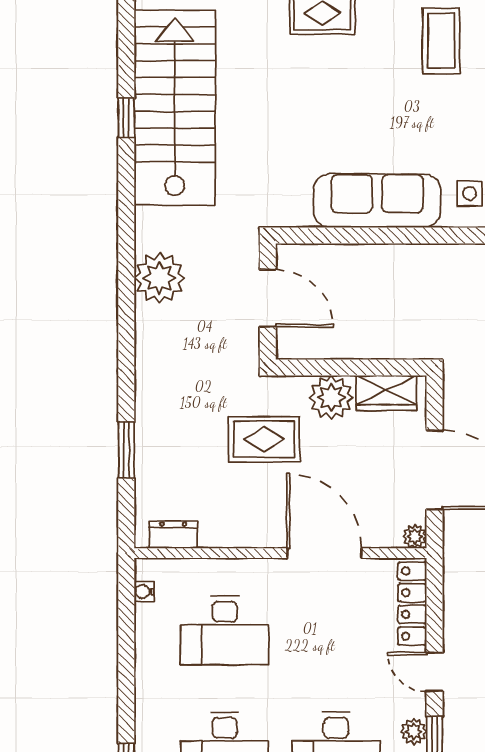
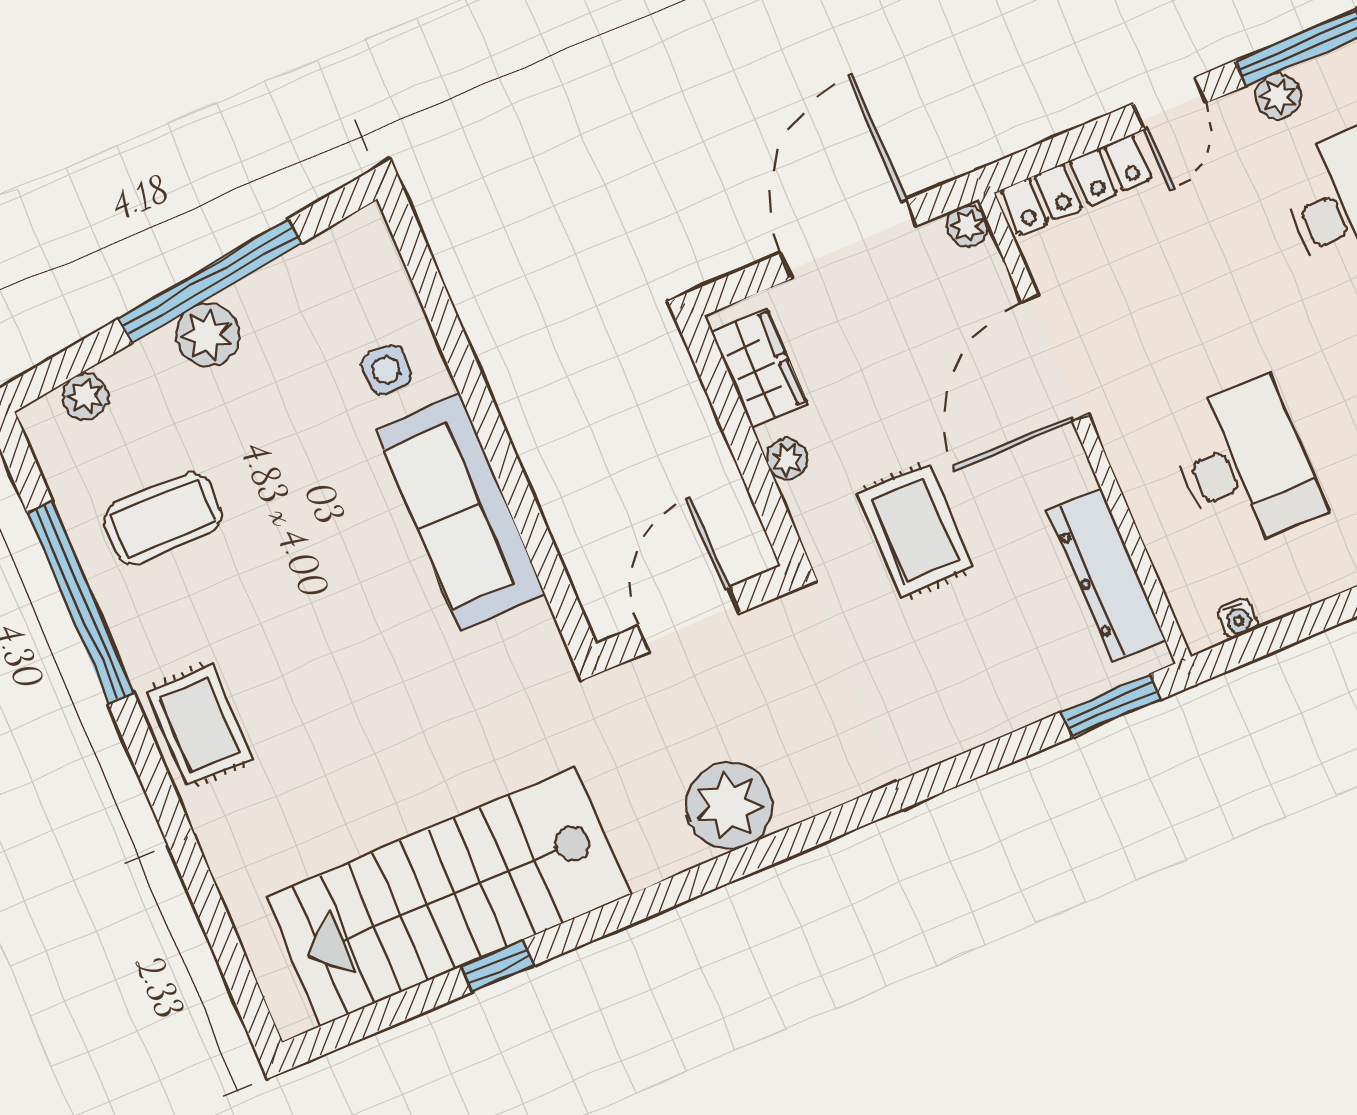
plant: (331, 397) -> (787, 459), width x0.53, depth x0.53
window: (126, 450) -> (1111, 706), moved
dresser: (173, 535) -> (1107, 576), width x1.96, depth x1.24

